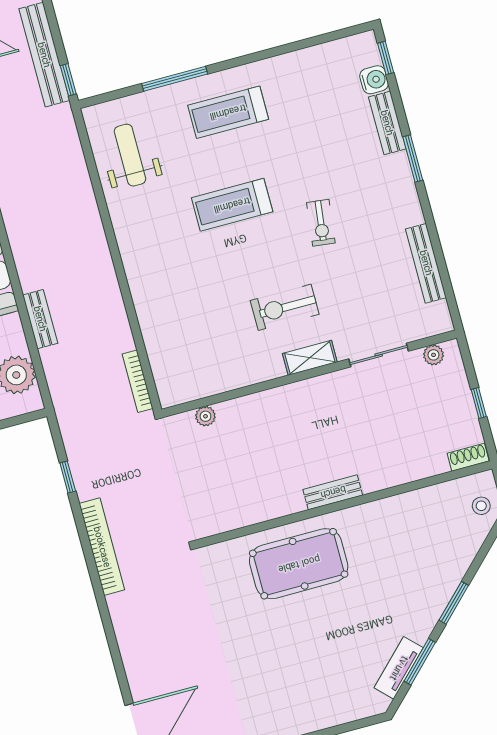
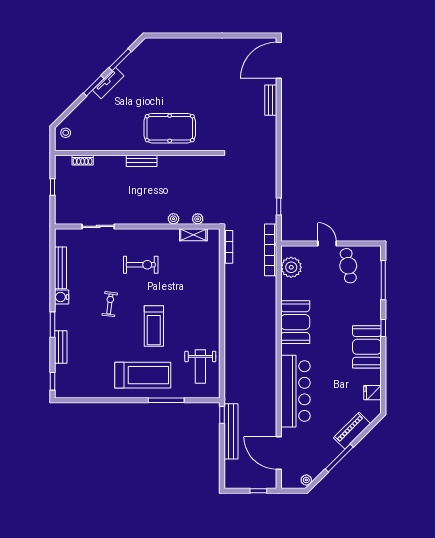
water cooler: (374, 80) -> (62, 297), moved
treadmill: (228, 112) -> (143, 375), width x1.37, depth x1.38
treadmill: (232, 205) -> (154, 326), turned 90
bench: (40, 319) -> (271, 100), moved
plant: (433, 355) -> (173, 219), moved
shelving: (310, 358) -> (193, 235), moved
shoe rack: (468, 457) -> (83, 160), moved
bookcase: (102, 547) -> (271, 250), moved
tv unit: (399, 668) -> (108, 83), moved

